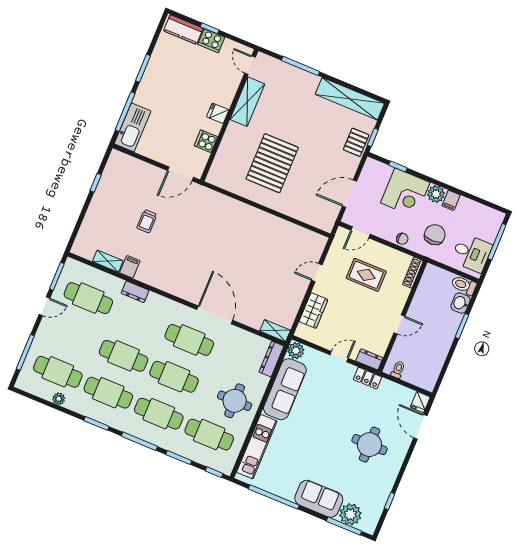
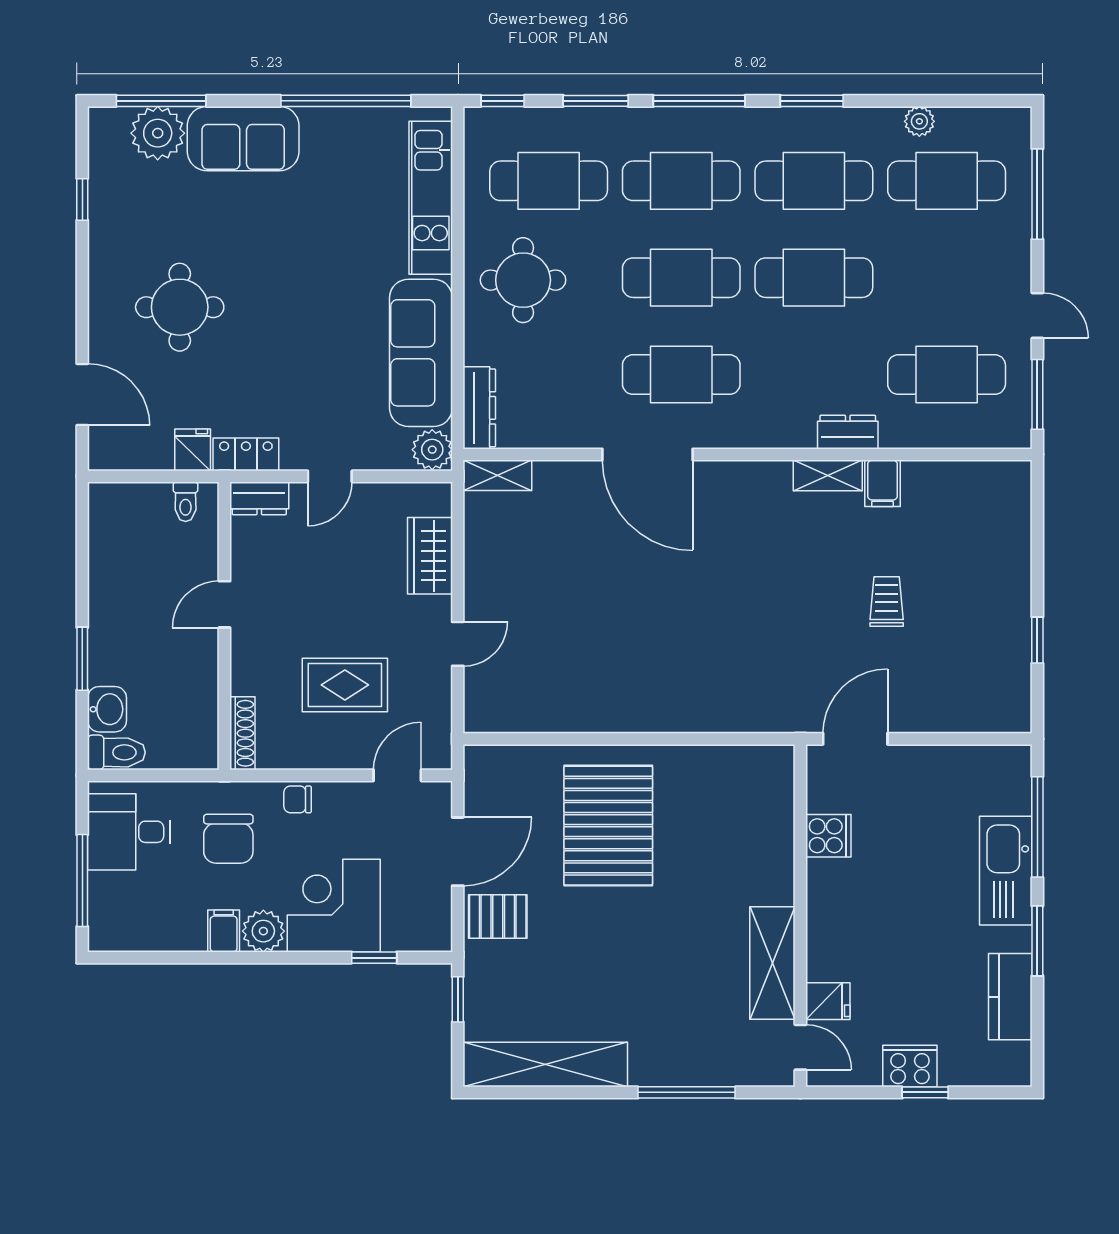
kitchen counter: (183, 29) -> (1010, 997), moved, turned -90
fridge: (218, 113) -> (828, 1001), moved
kitchen sink: (133, 127) -> (1006, 871), moved
pallet: (356, 142) -> (498, 917), moved, turned 90
pallet: (272, 163) -> (608, 826), moved
shelving: (108, 261) -> (828, 475), moved
door: (44, 306) -> (1037, 316), swing flipped
fridge: (420, 402) -> (193, 450), moved

